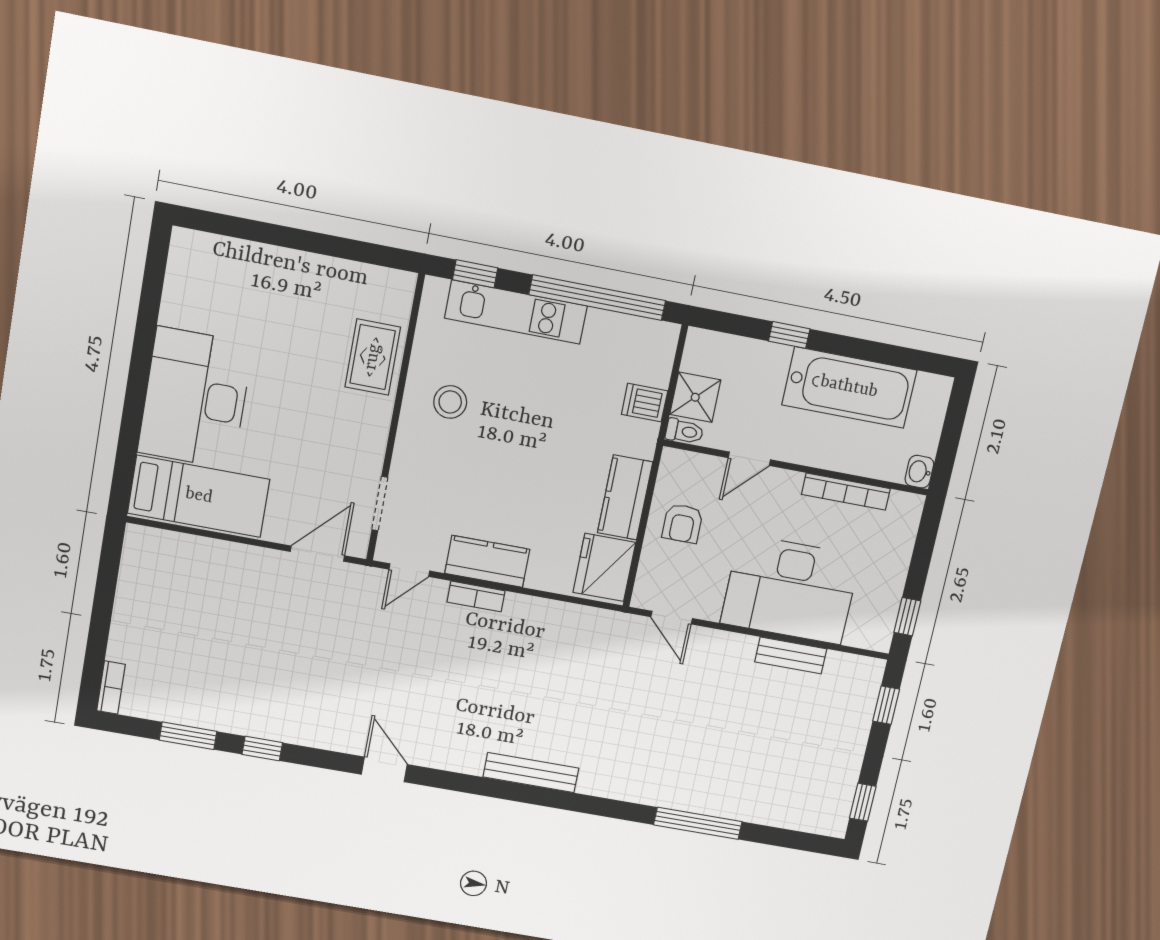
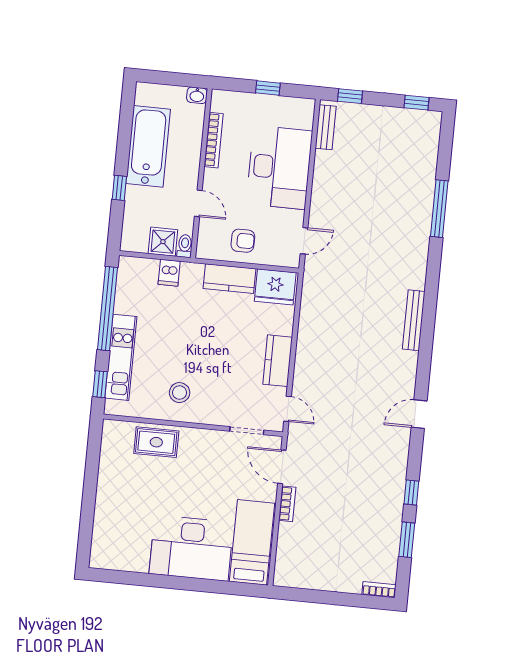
bookcase: (476, 596) -> (287, 504), moved
window: (907, 617) -> (268, 88), moved
bench: (791, 655) -> (326, 127), moved

